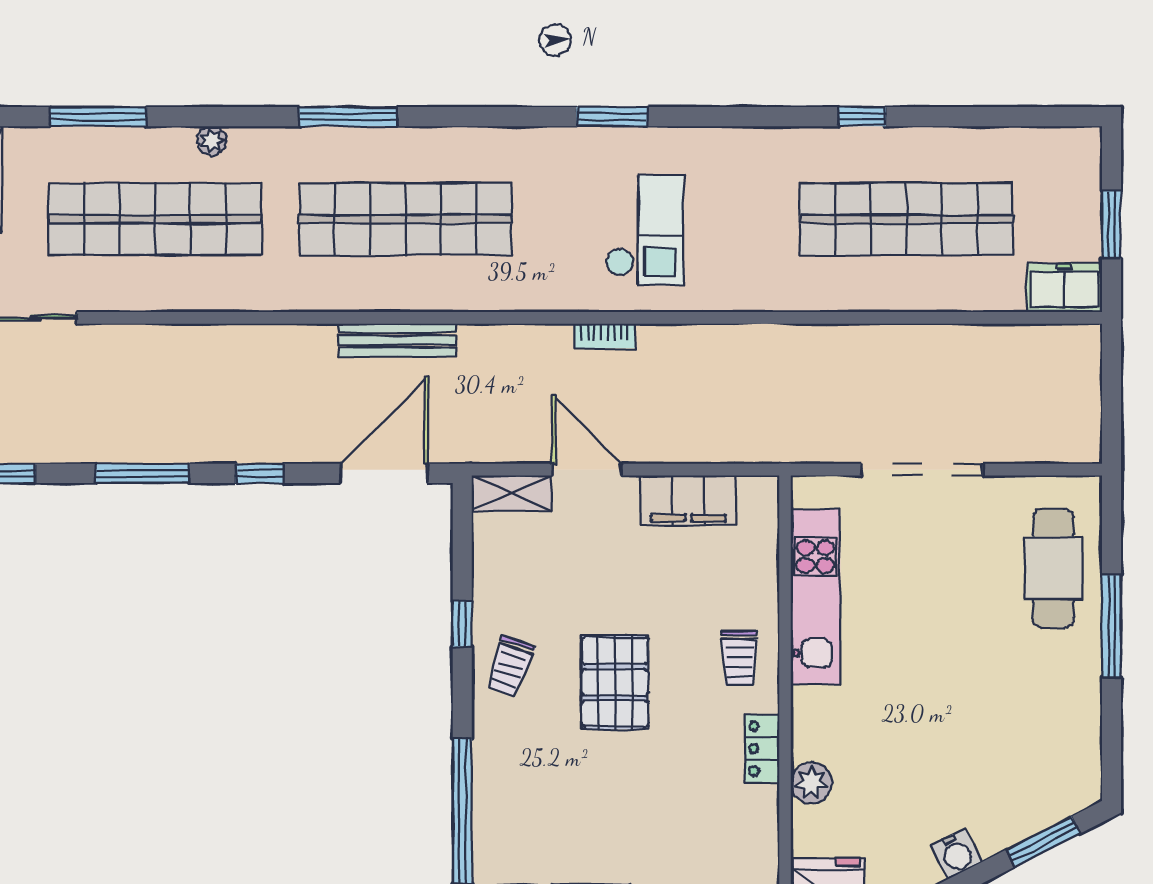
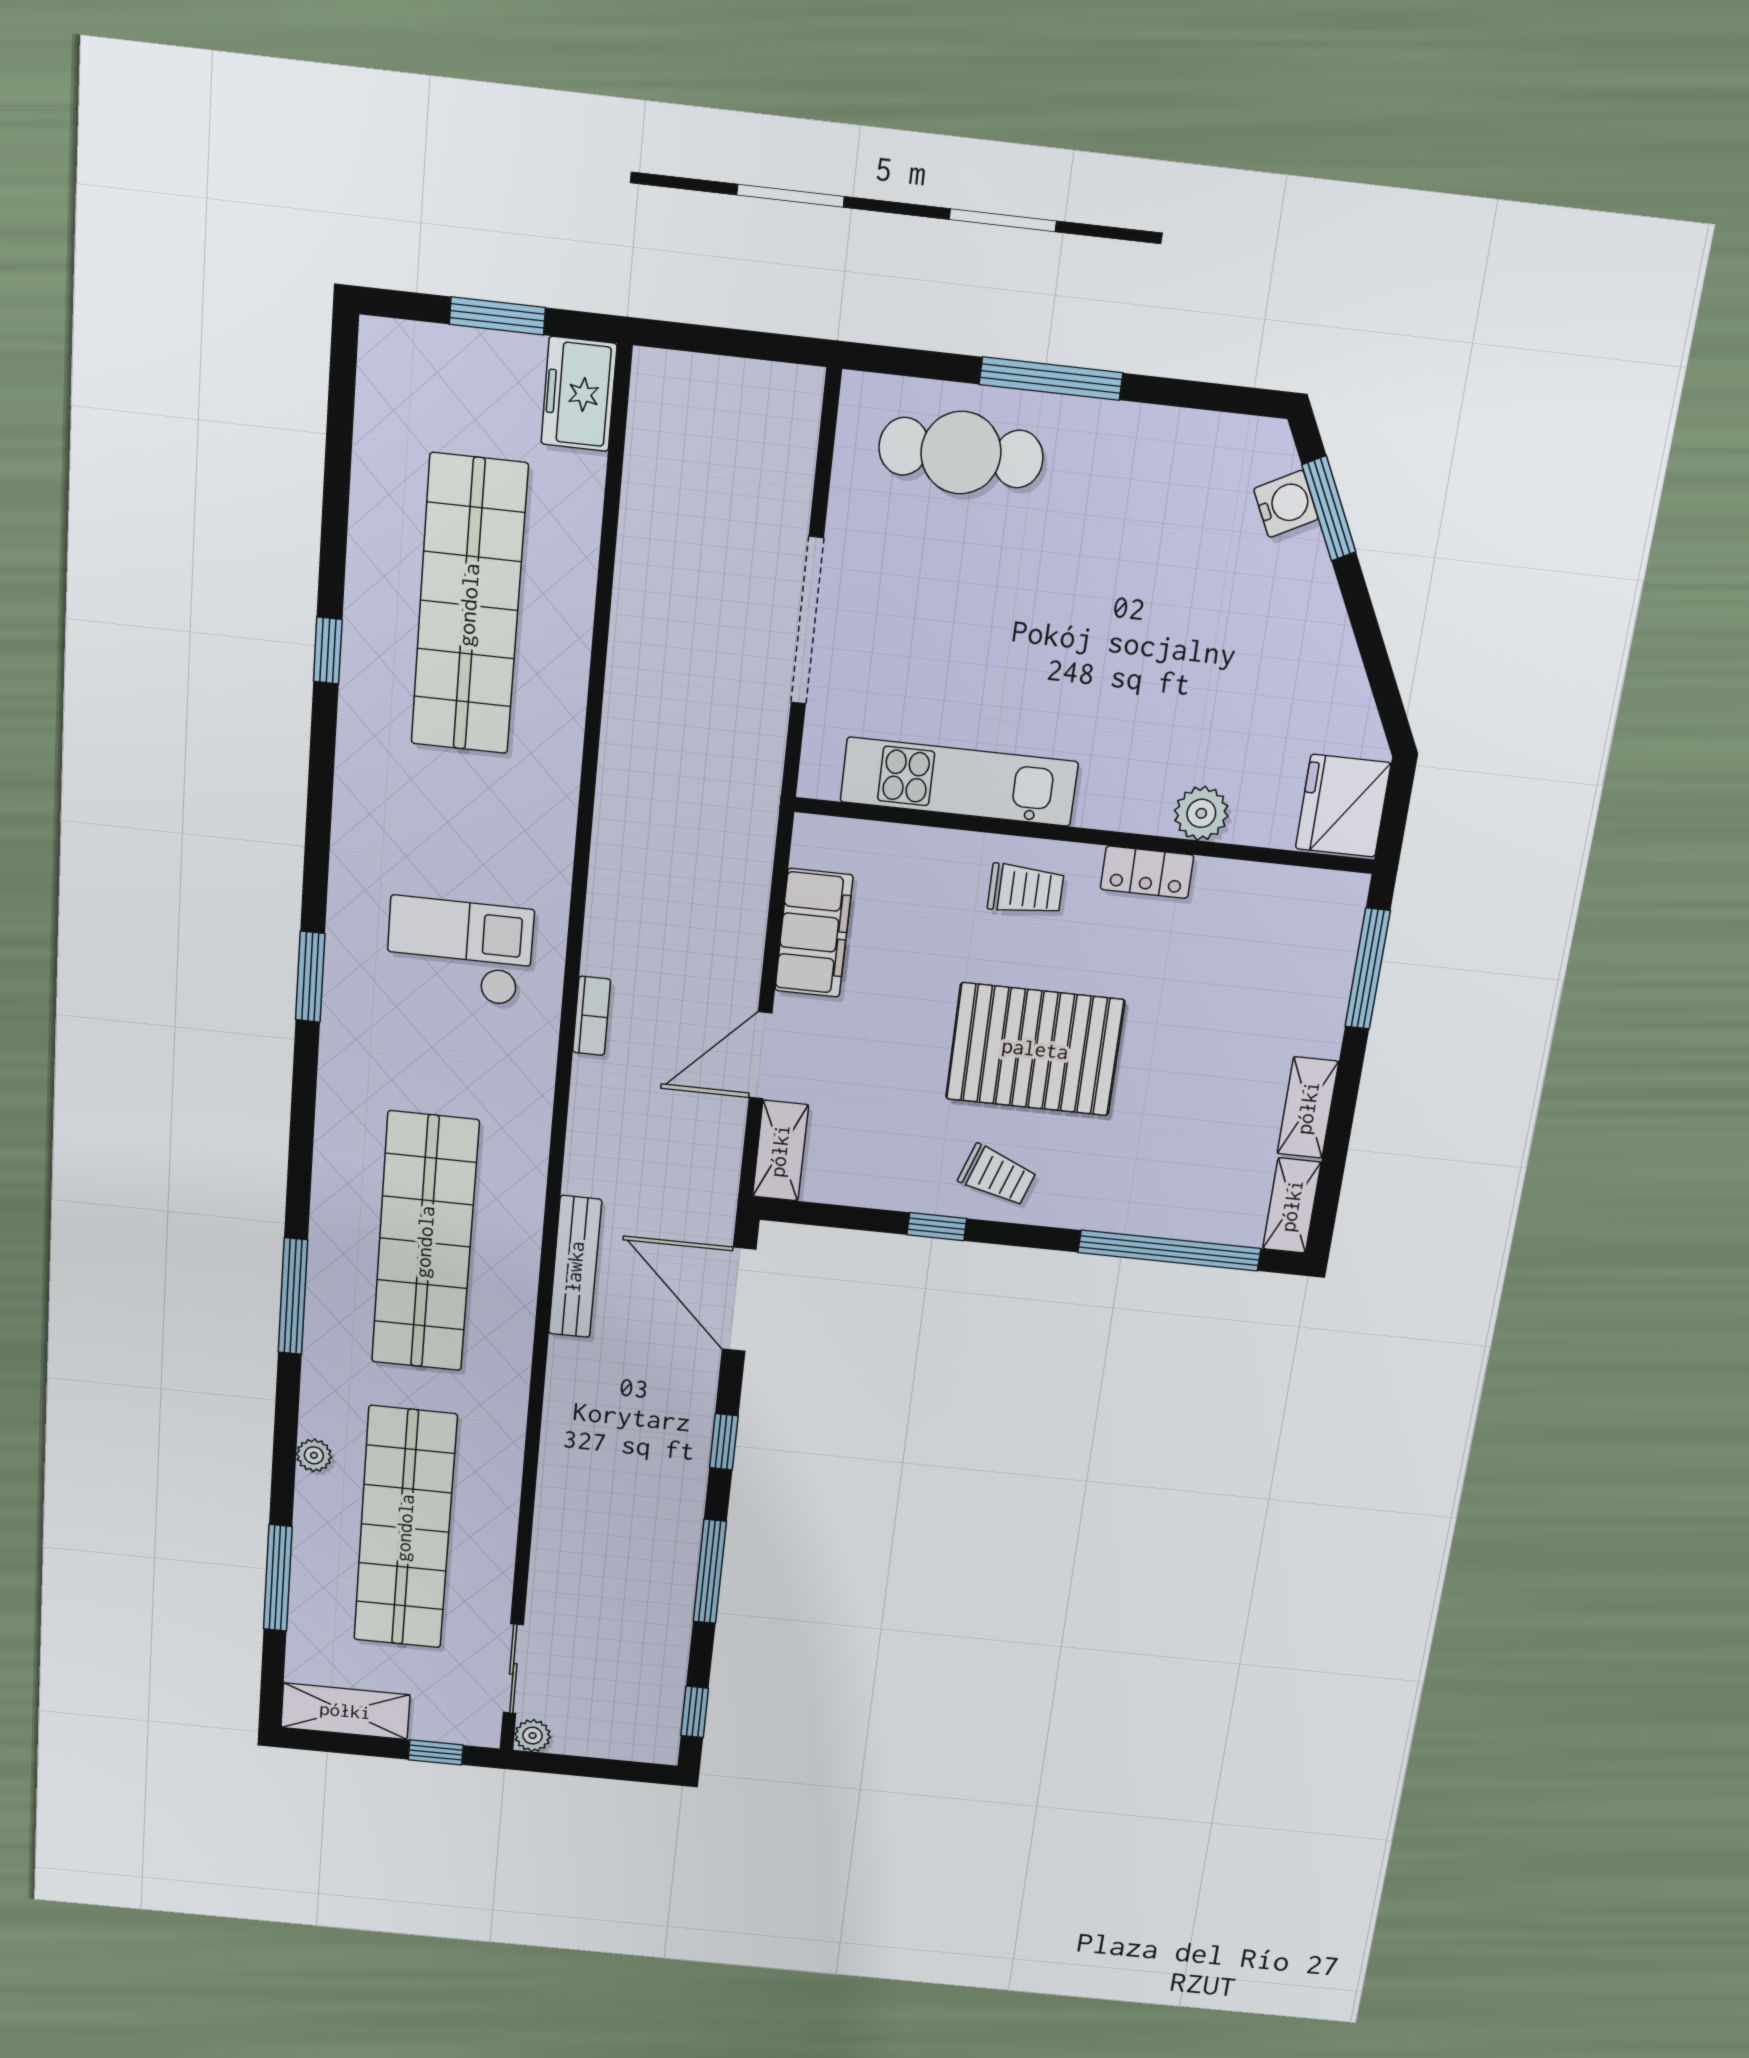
pallet: (615, 682) -> (1035, 1049), width x1.37, depth x1.41
water cooler: (956, 854) -> (1286, 504), moved

